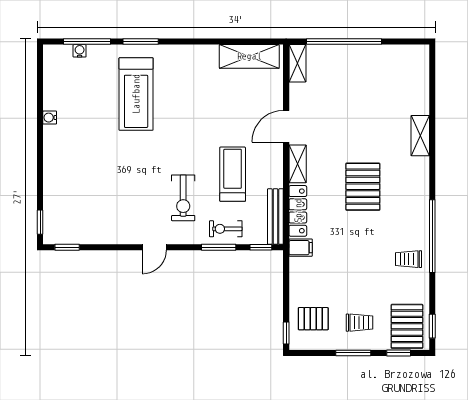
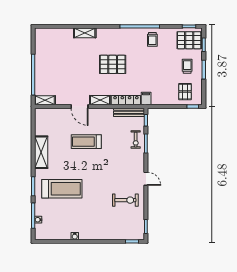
shelving: (249, 56) -> (41, 152), moved
treadmill: (233, 174) -> (86, 142), moved
exercise bike: (183, 198) -> (125, 200), moved

